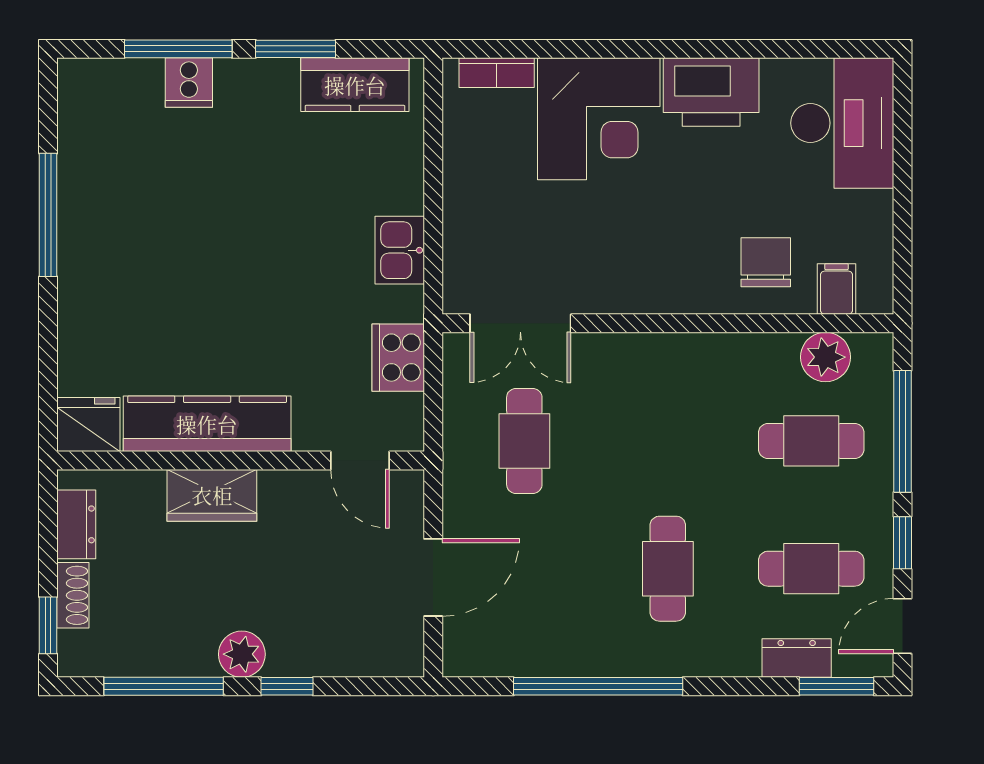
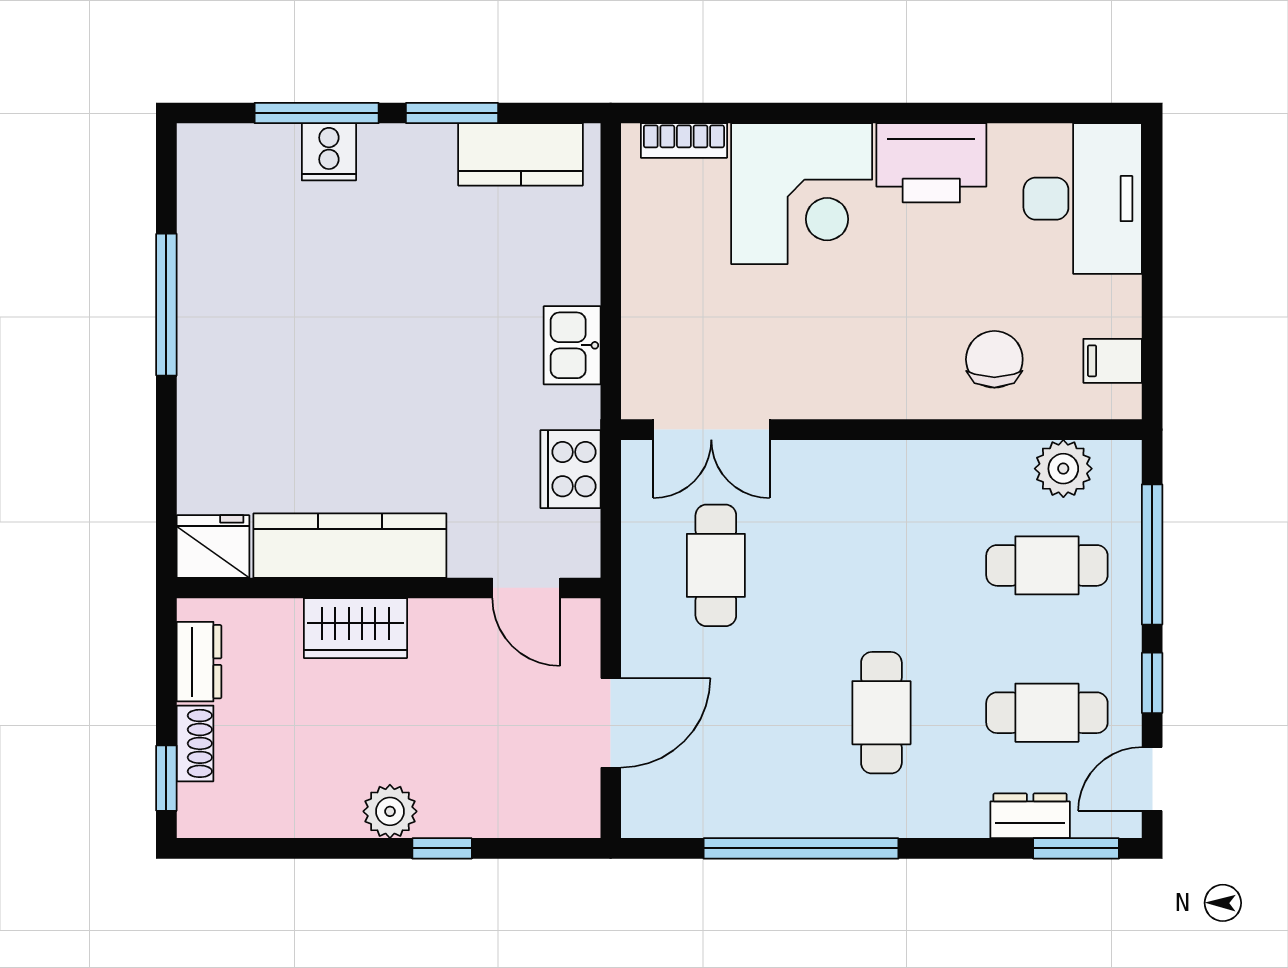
filing cabinet: (836, 289) -> (1113, 361), moved, turned -90
window: (164, 686) -> (300, 848), removed

